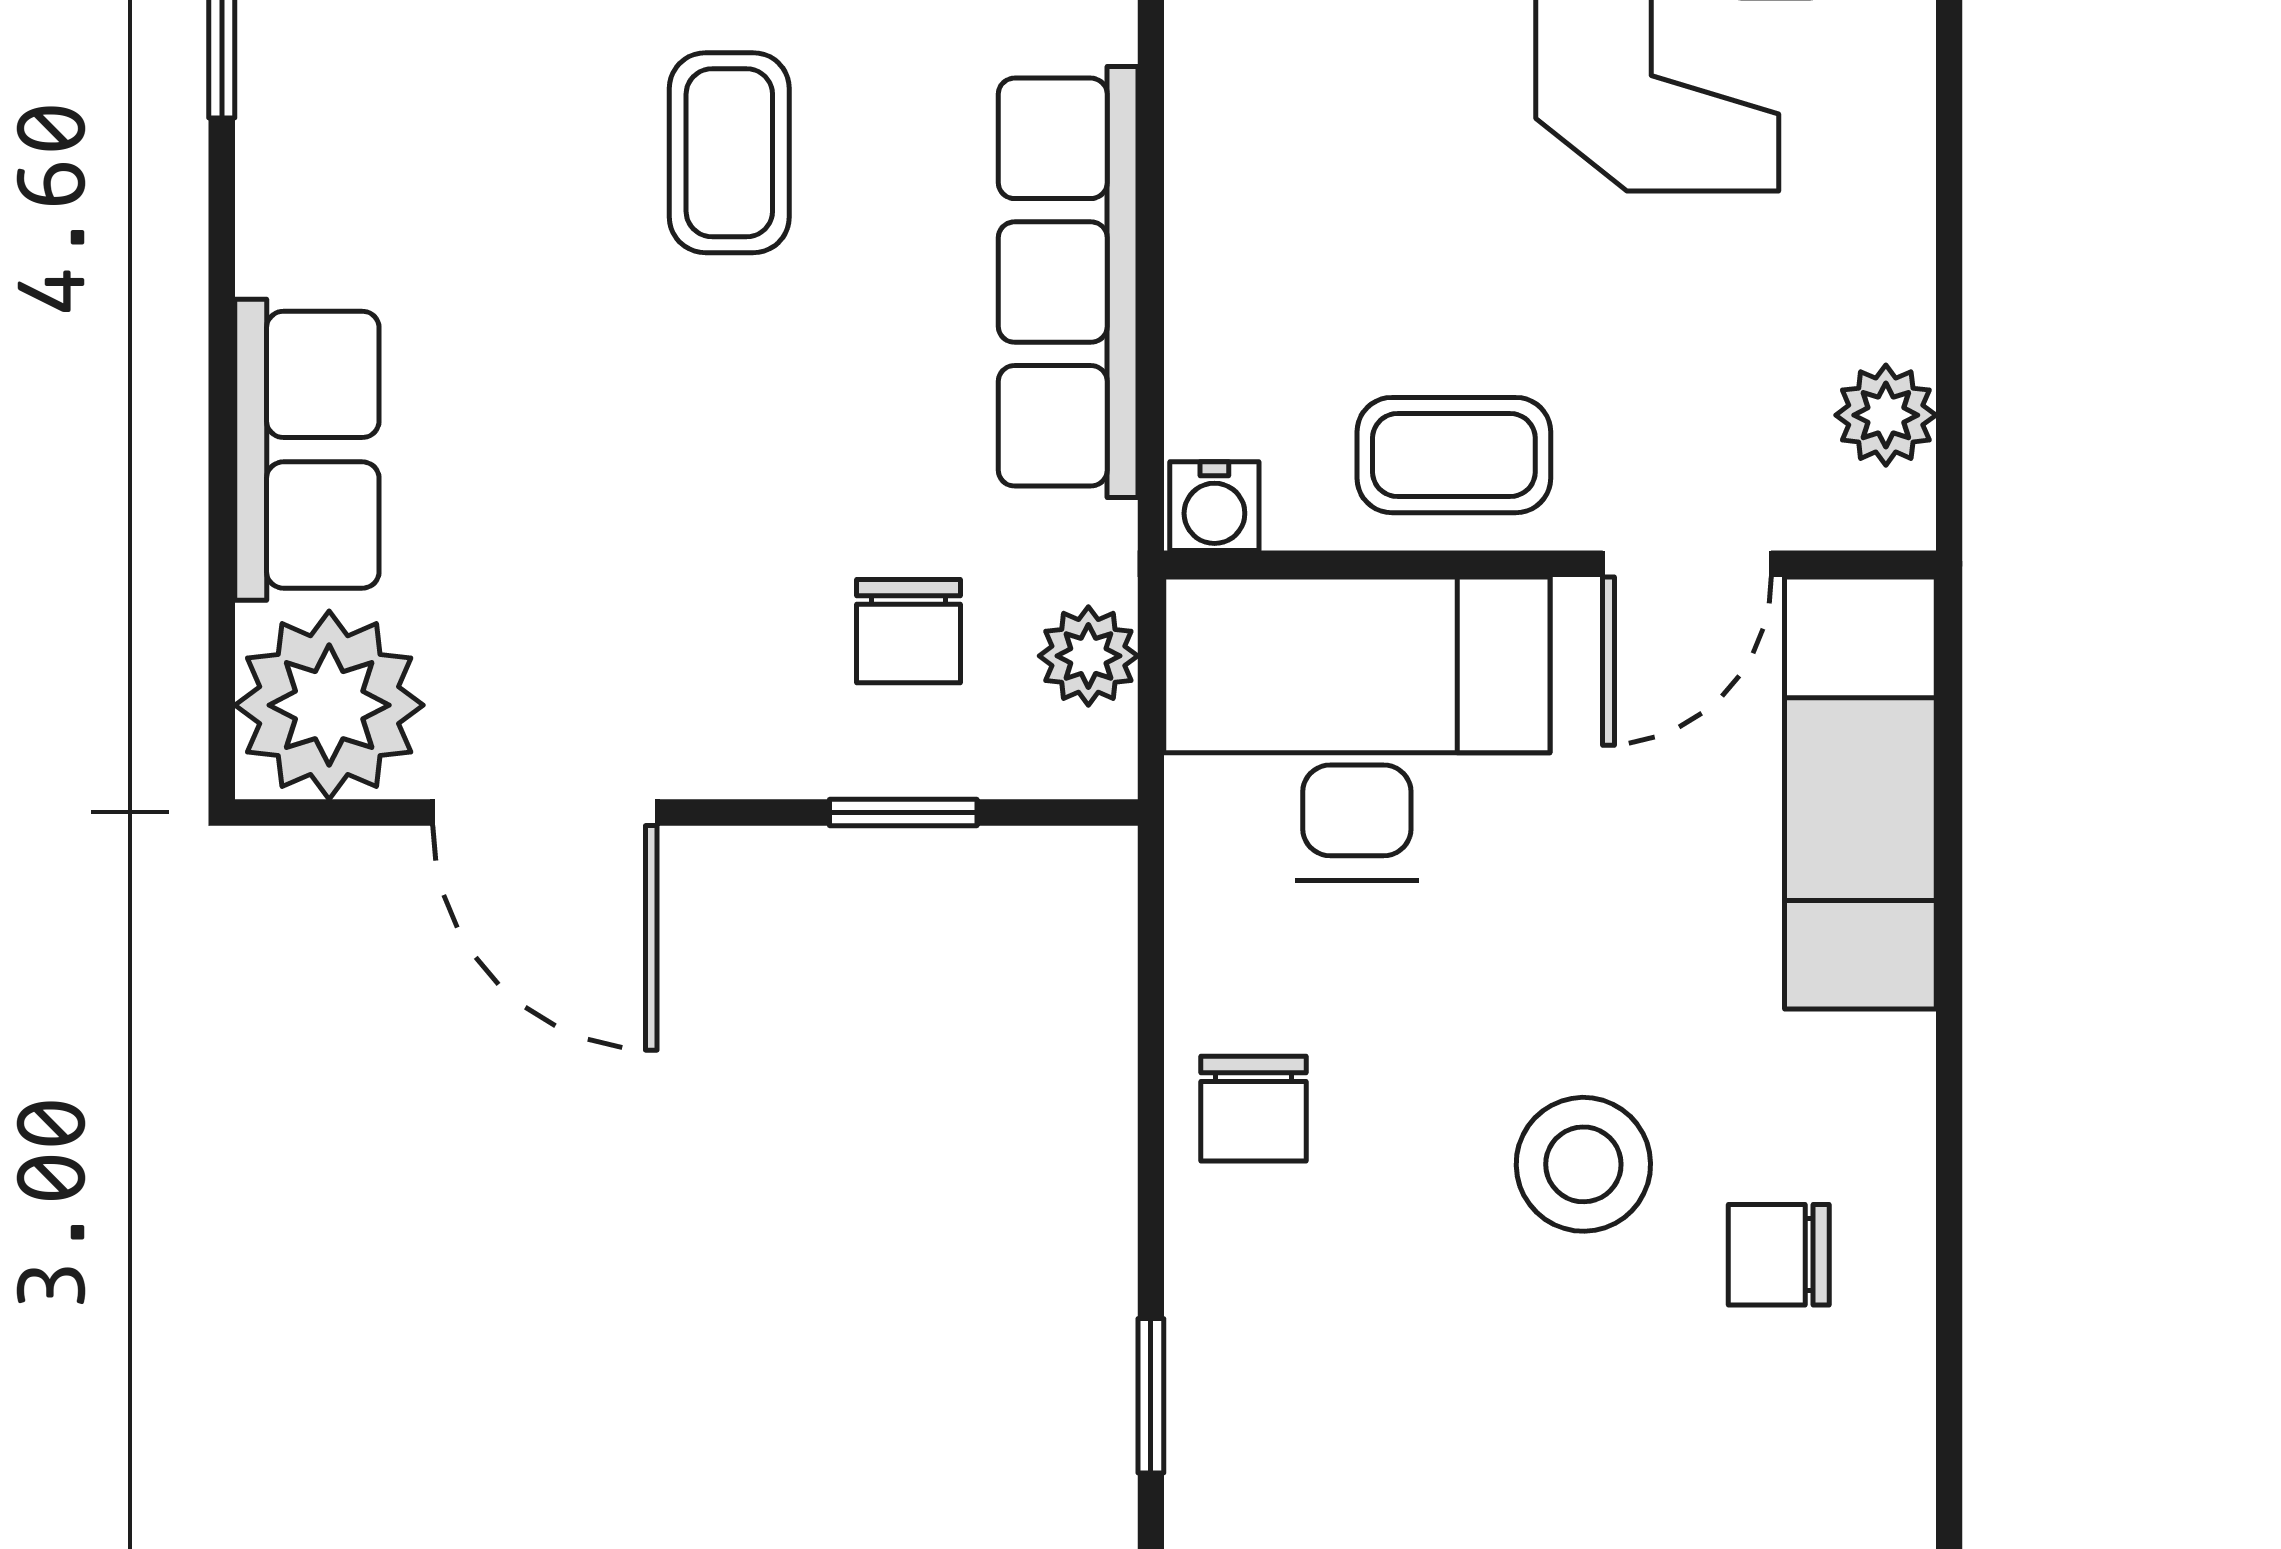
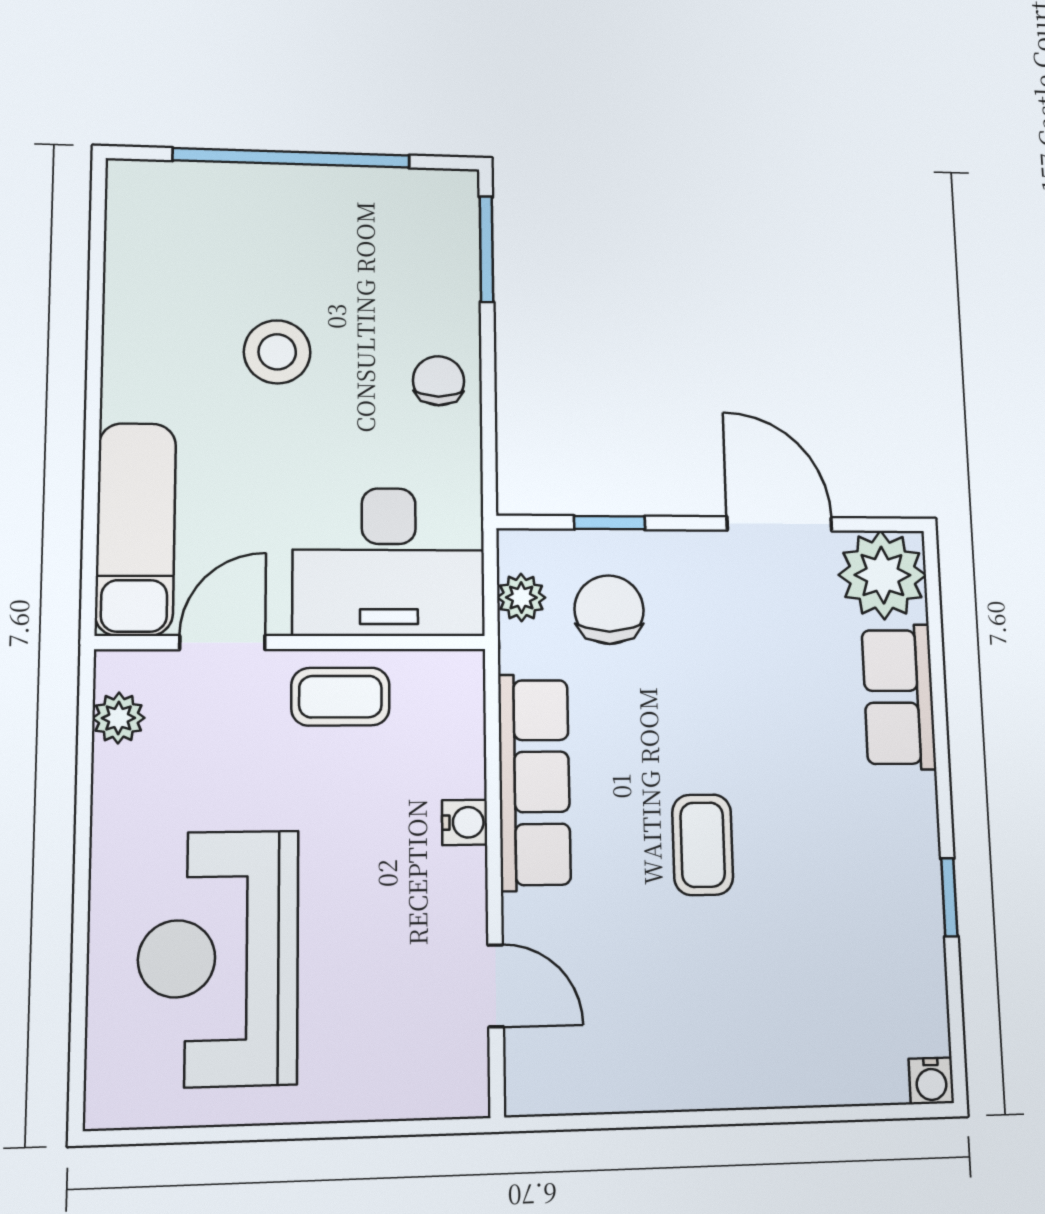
water cooler: (1214, 506) -> (465, 822), moved, turned 90
chair: (909, 631) -> (609, 610), width x1.37, depth x1.37
chair: (1779, 1255) -> (181, 307), removed
window: (1151, 1396) -> (486, 249), width x1.50

